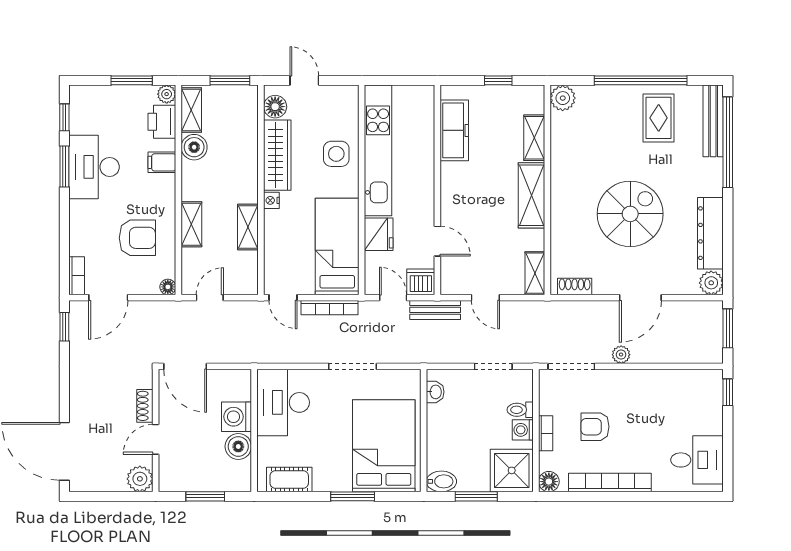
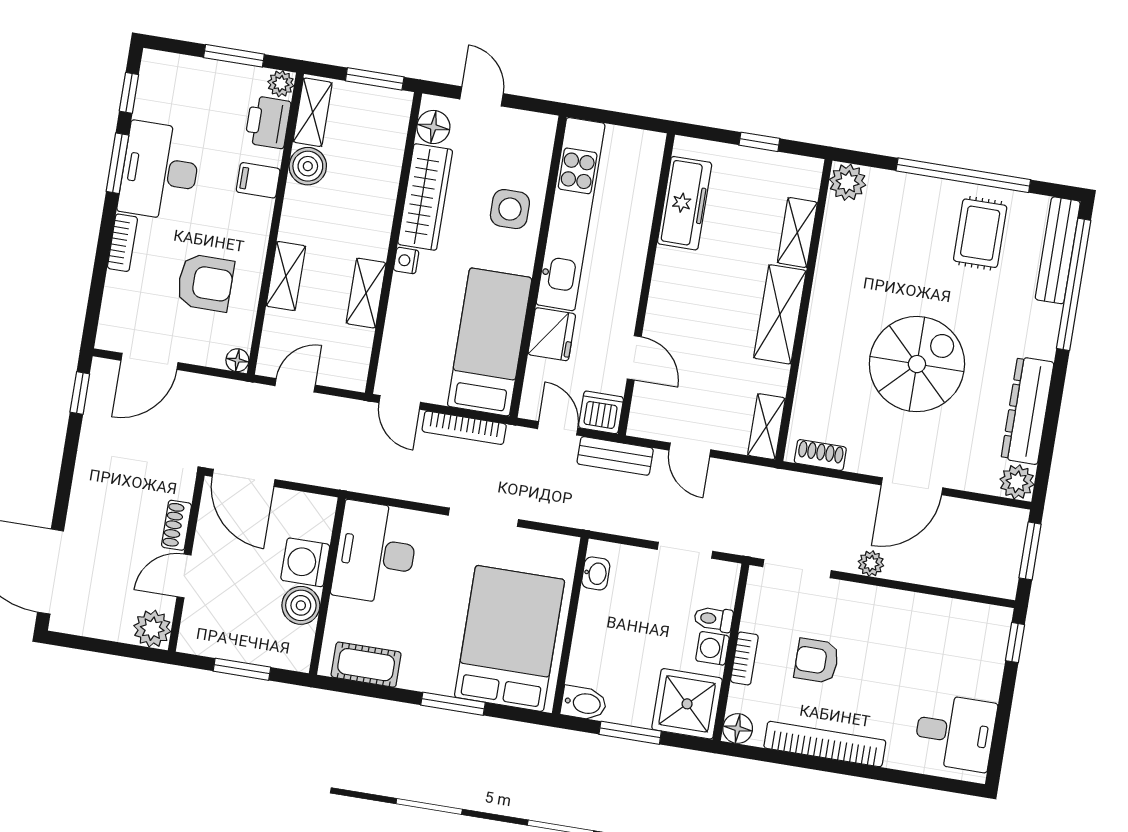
bookcase: (77, 276) -> (122, 243), moved

